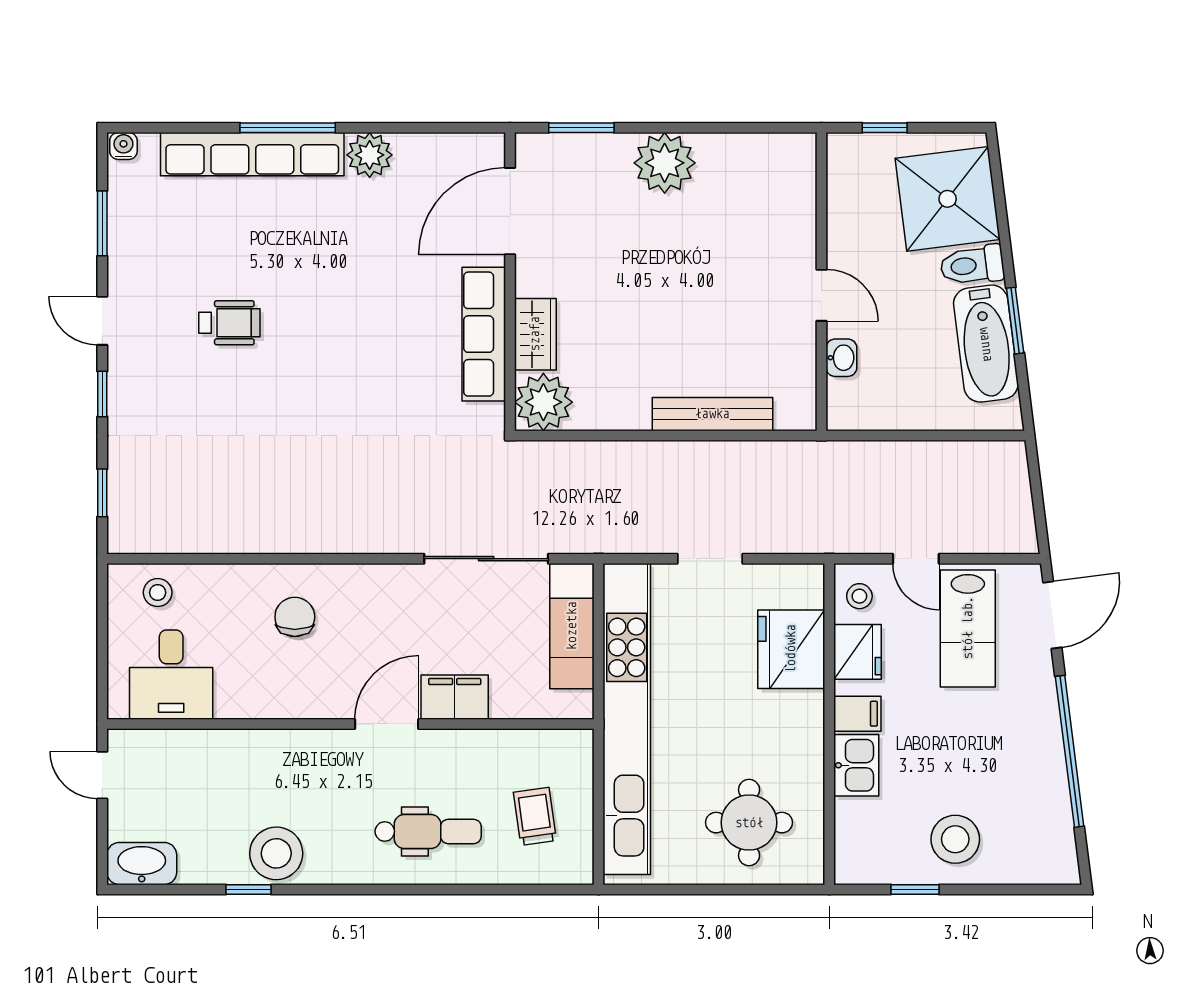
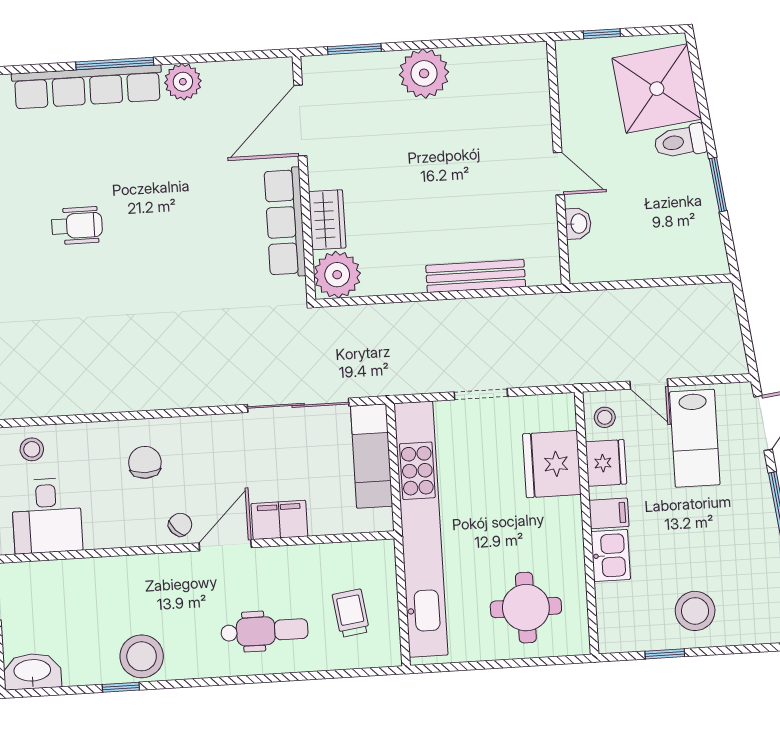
bathtub: (986, 344) -> (695, 205), removed
chair: (333, 695) -> (180, 525), added

